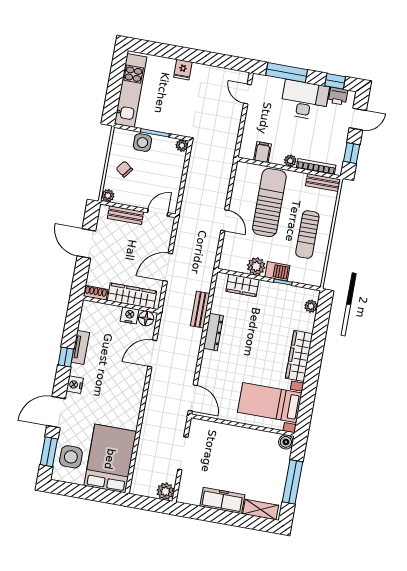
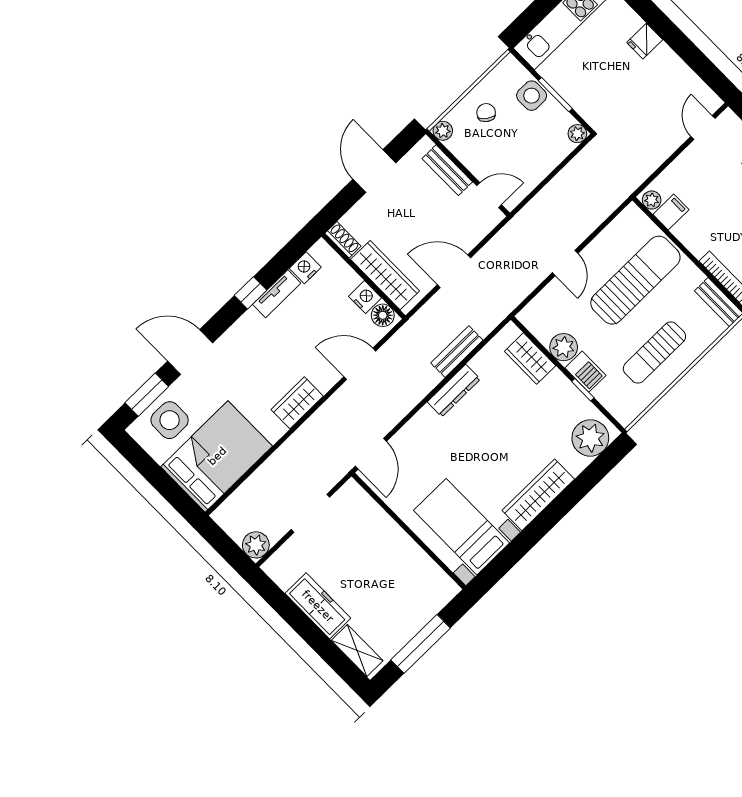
plant: (290, 161) -> (652, 200), moved
plant: (311, 306) -> (590, 438), width x1.88, depth x1.88
nightstand: (75, 385) -> (305, 268), moved
wardrobe: (133, 399) -> (297, 403), added
boiler: (286, 442) -> (447, 589), removed

